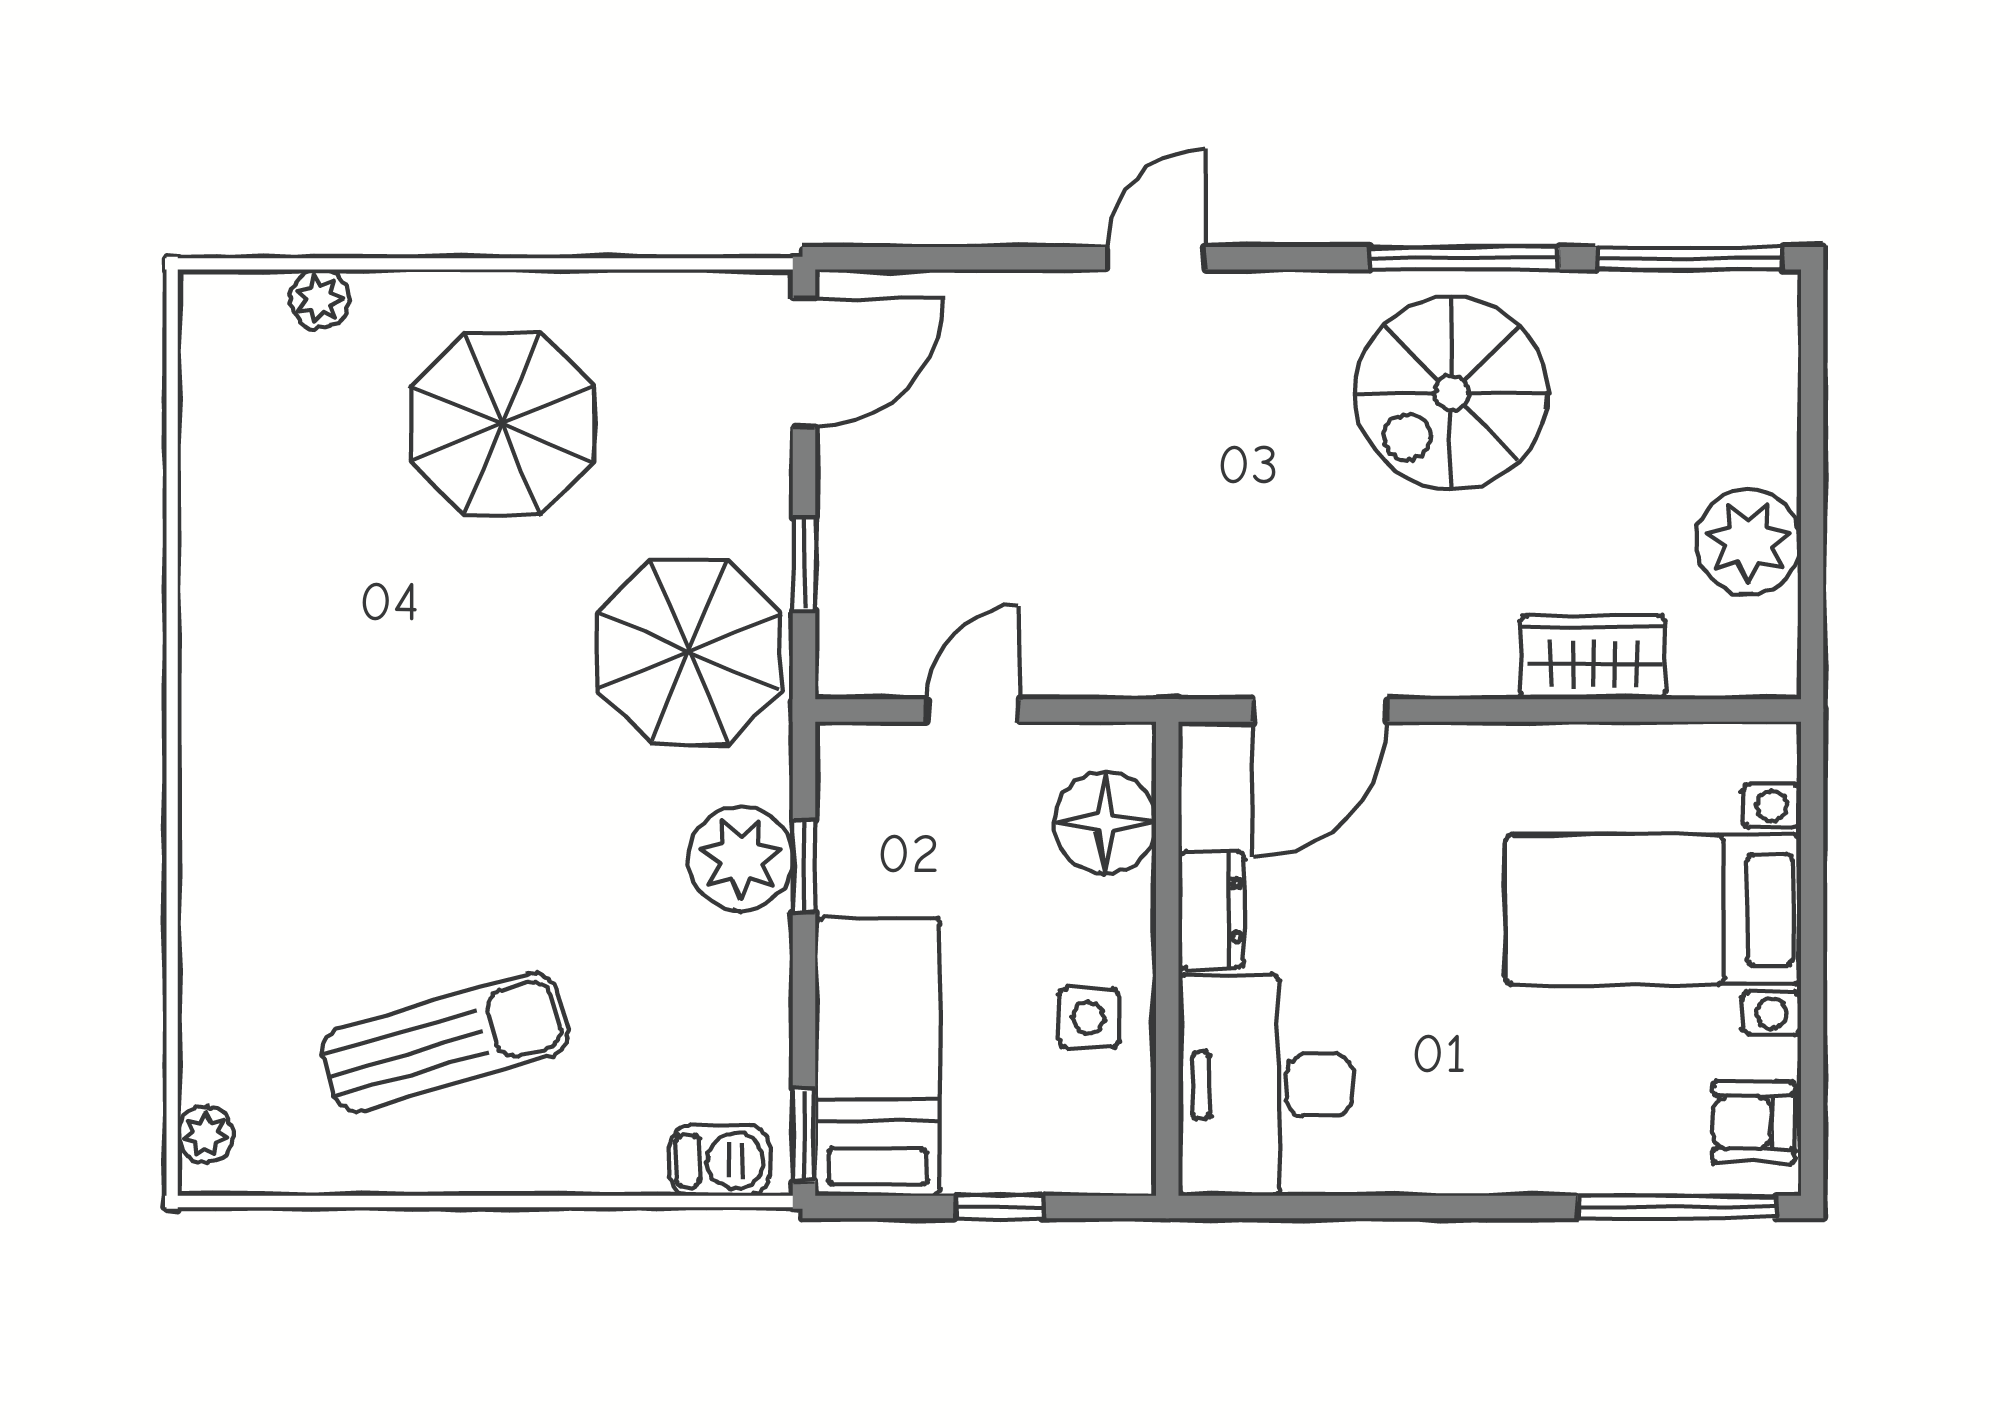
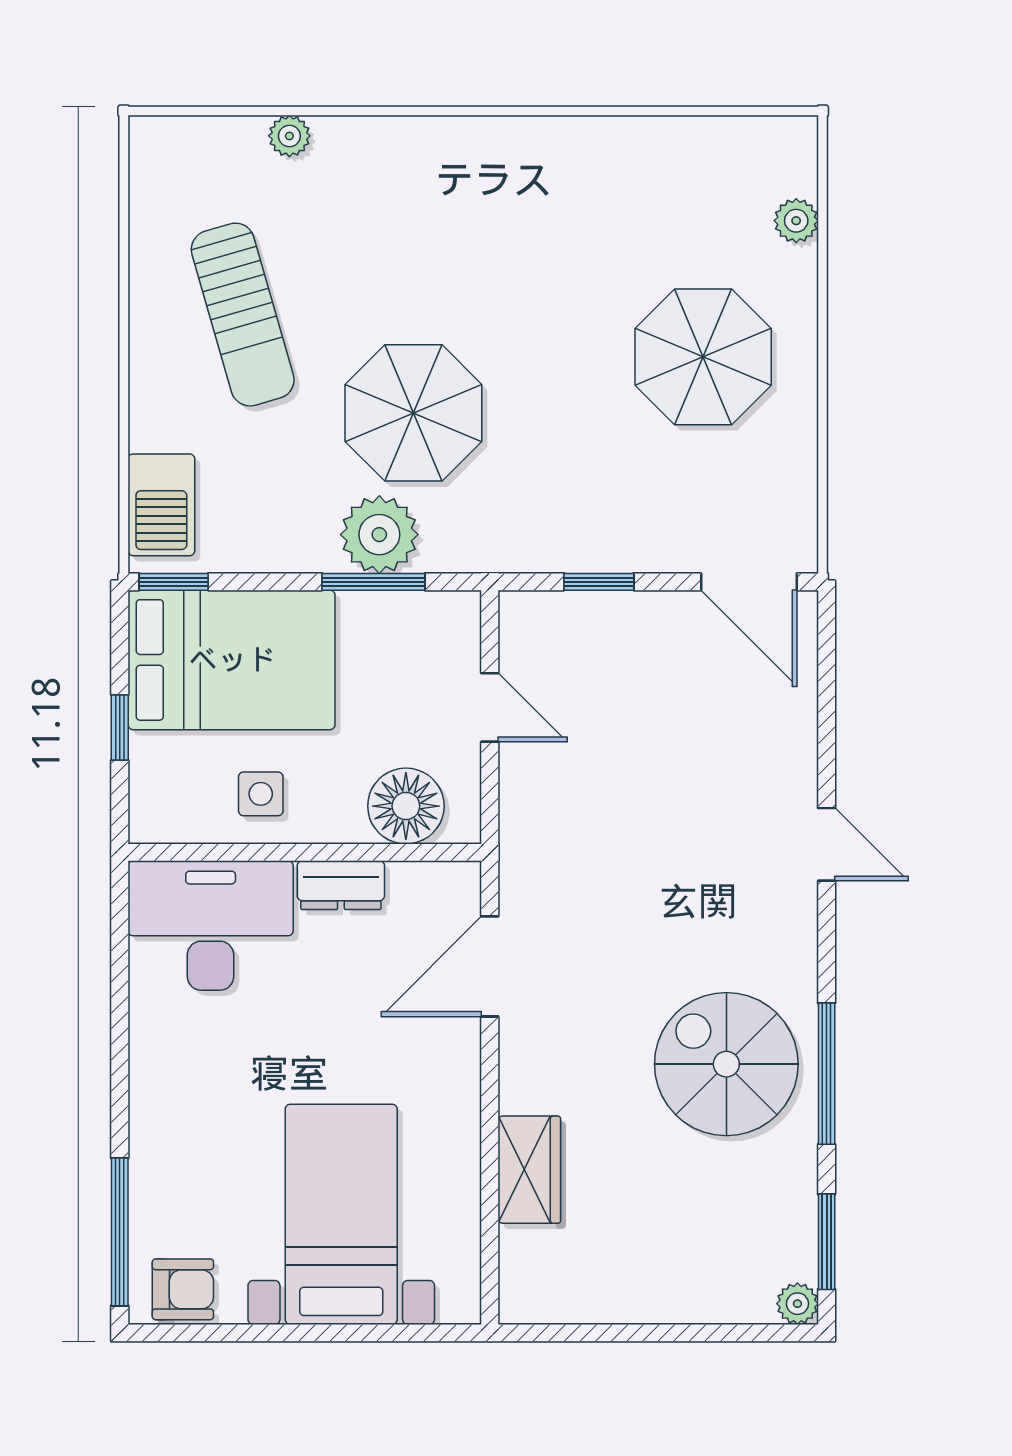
window: (1690, 258) -> (827, 1242), width x0.69
plant: (1748, 542) -> (797, 1304), moved, width x0.53, depth x0.53
parasol: (689, 652) -> (413, 413), moved
door: (1320, 710) -> (490, 966), hinge flipped
window: (804, 867) -> (373, 582), width x1.50
bed: (878, 1057) -> (232, 660), width x1.50
armchair: (1754, 1122) -> (183, 1289), turned 90
plant: (206, 1135) -> (289, 136), moved
barbecue: (719, 1161) -> (161, 505), width x1.38, depth x1.27

